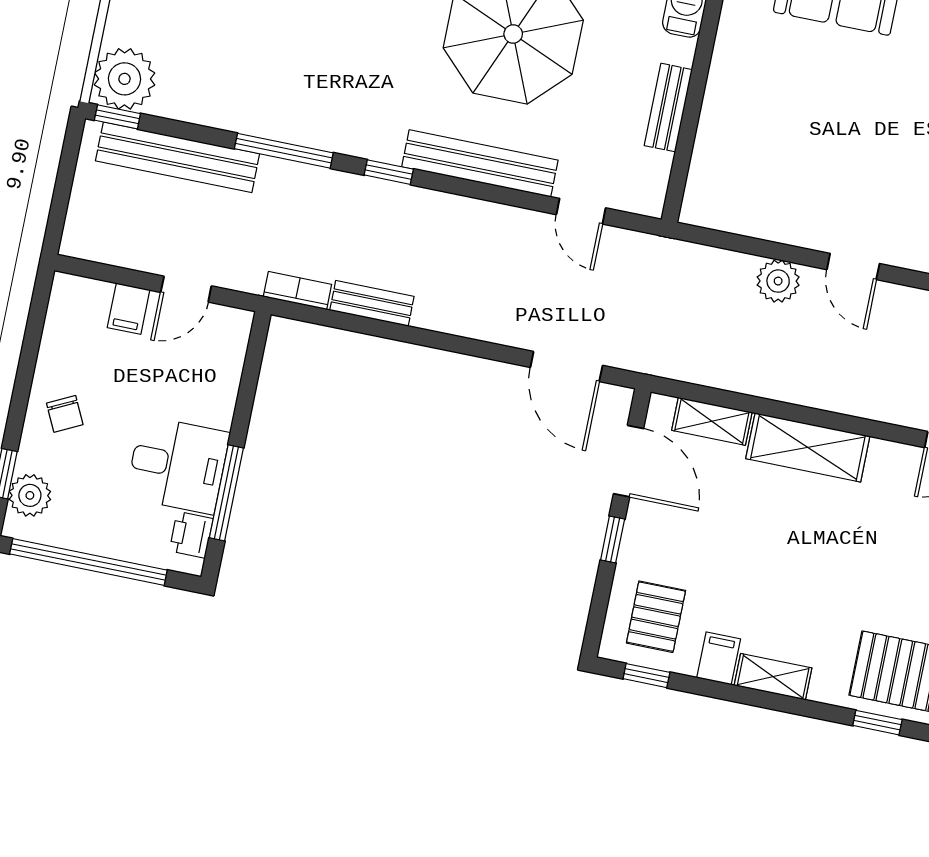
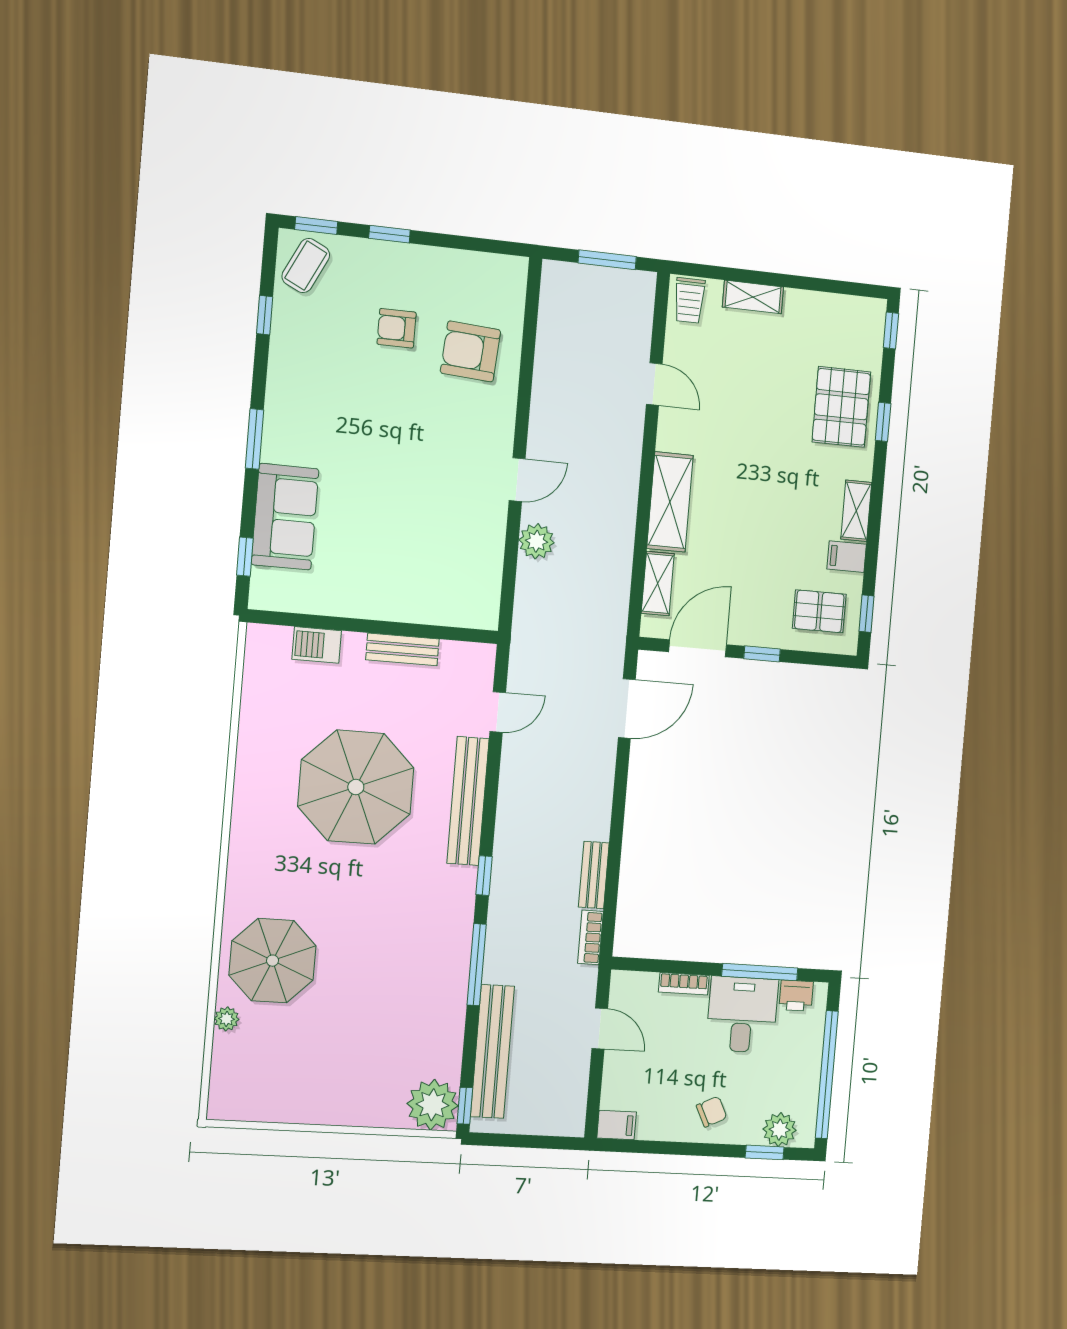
filing cabinet: (129, 309) -> (617, 1125), moved
bookcase: (225, 398) -> (684, 984), added

